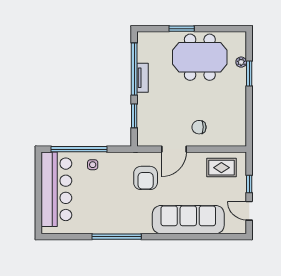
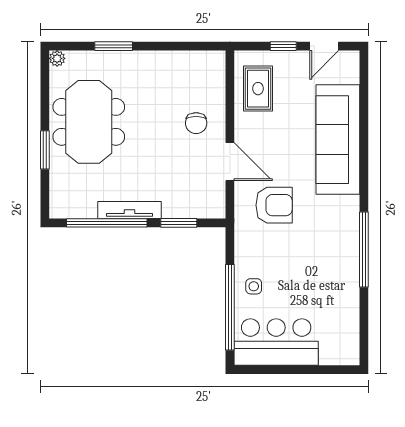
plant: (241, 62) -> (57, 58), moved
tv unit: (142, 78) -> (129, 210), width x1.41
bar counter: (56, 189) -> (276, 342), width x0.73

